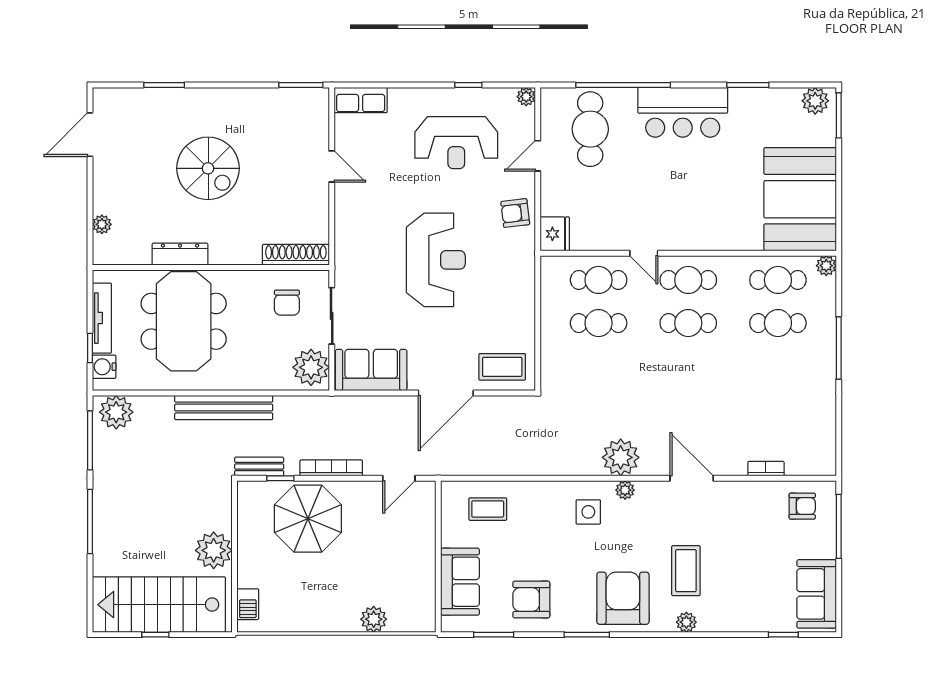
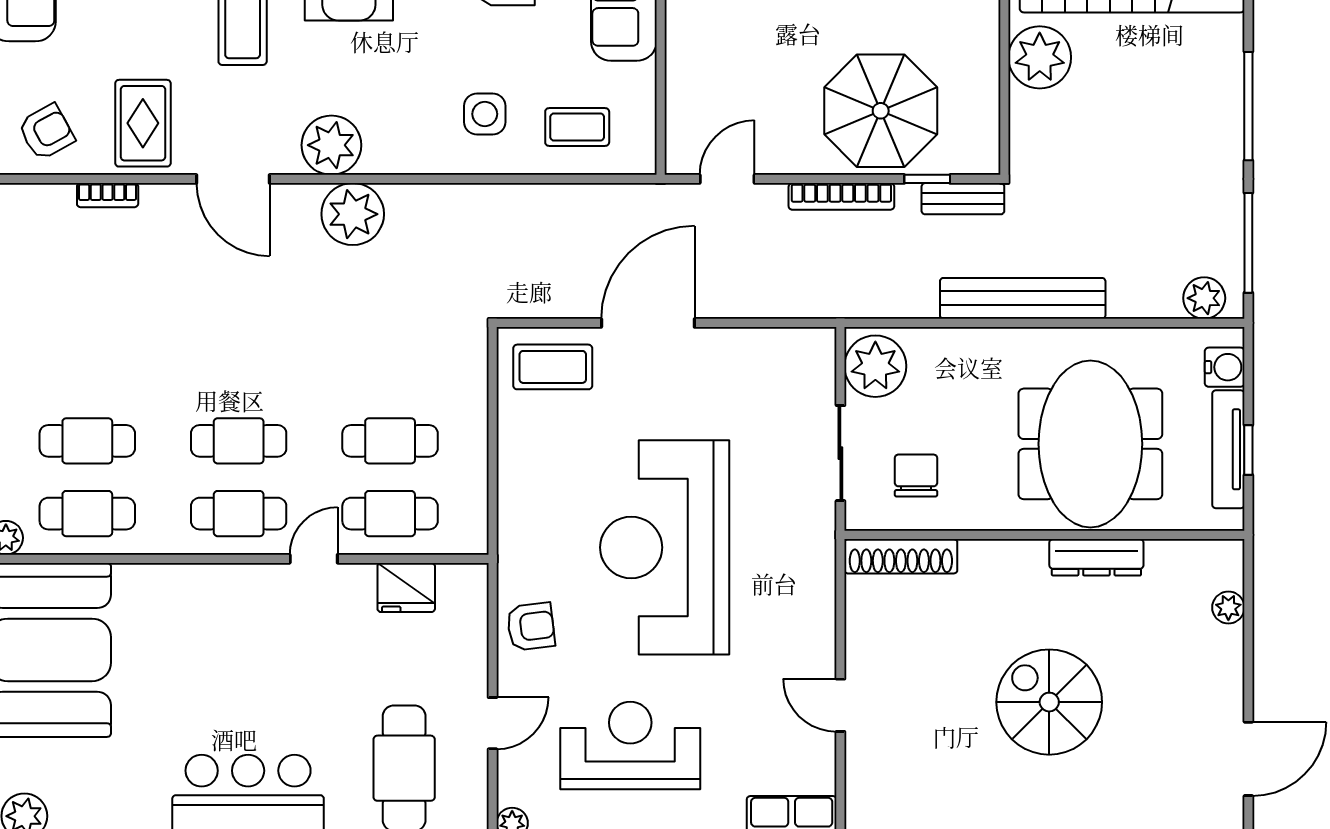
fridge: (555, 234) -> (406, 588), moved, turned -90
door: (644, 253) -> (314, 559), hinge flipped
reception desk: (436, 260) -> (665, 547), width x1.36, depth x1.30
window: (90, 348) -> (1248, 450), moved
sofa: (371, 370) -> (774, 362), removed
plant: (116, 412) -> (1204, 298), width x0.73, depth x0.73
plant: (625, 490) -> (331, 145), width x1.88, depth x1.88
armchair: (802, 506) -> (46, 132), turned 151
rug: (745, 511) -> (143, 123), added
side table: (588, 512) -> (485, 114), moved

